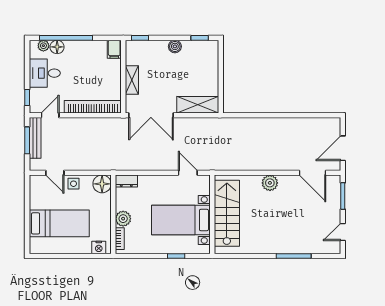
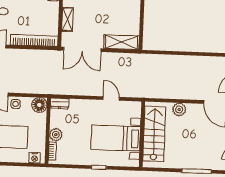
stairs: (227, 213) -> (154, 134), moved
wall: (212, 214) -> (142, 134), moved
bed with nightstands: (181, 220) -> (116, 138), moved

